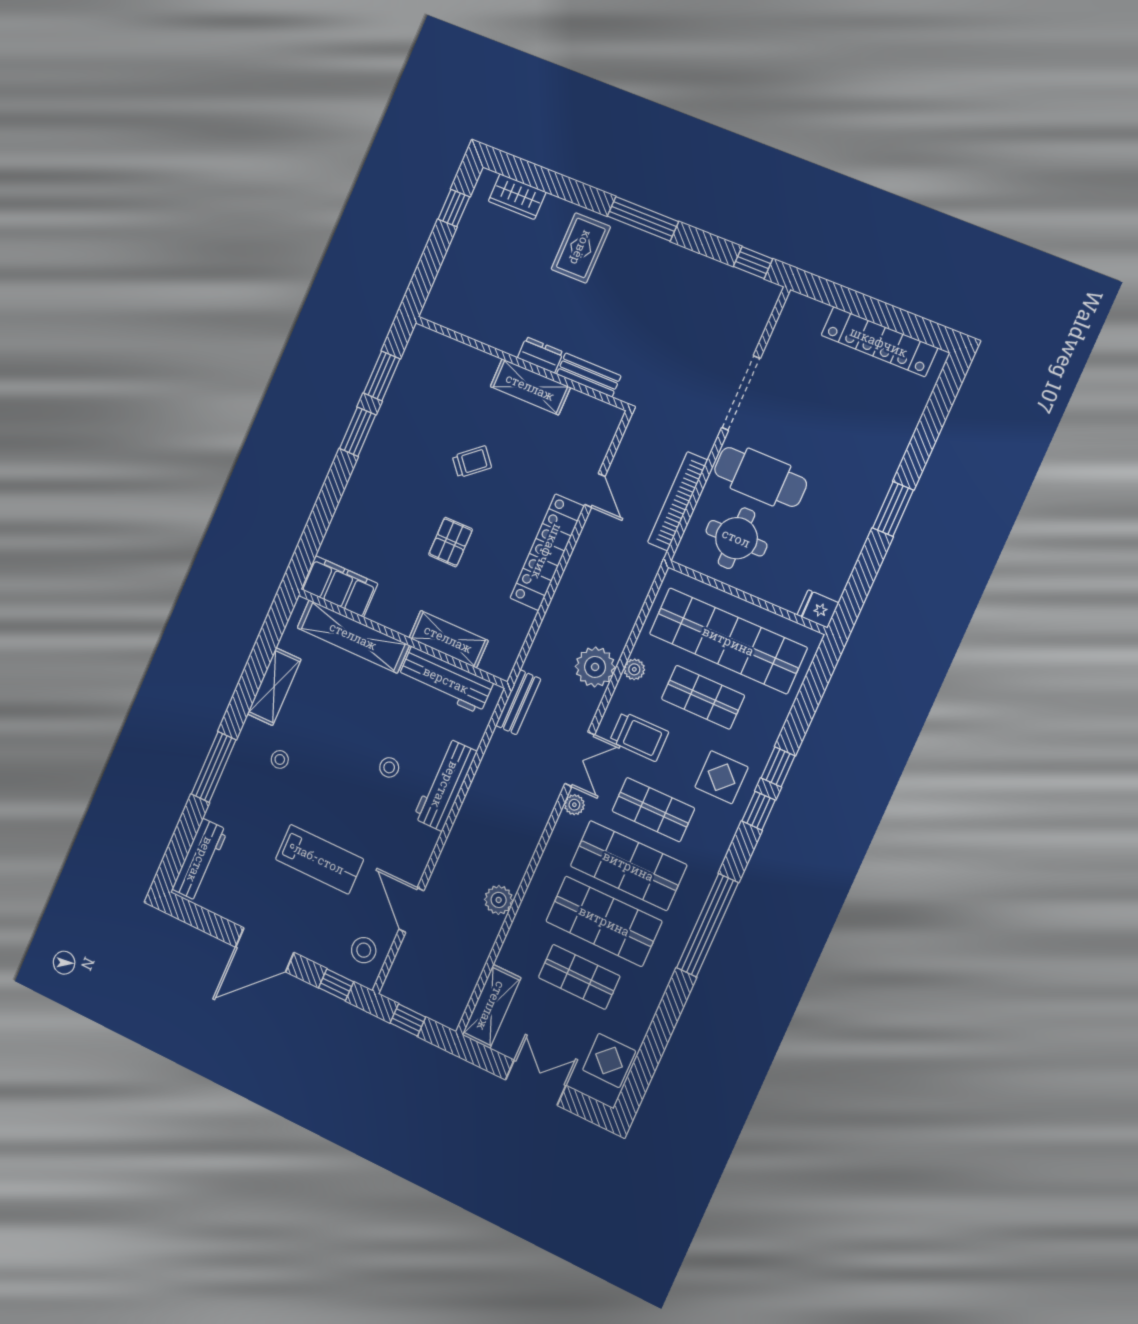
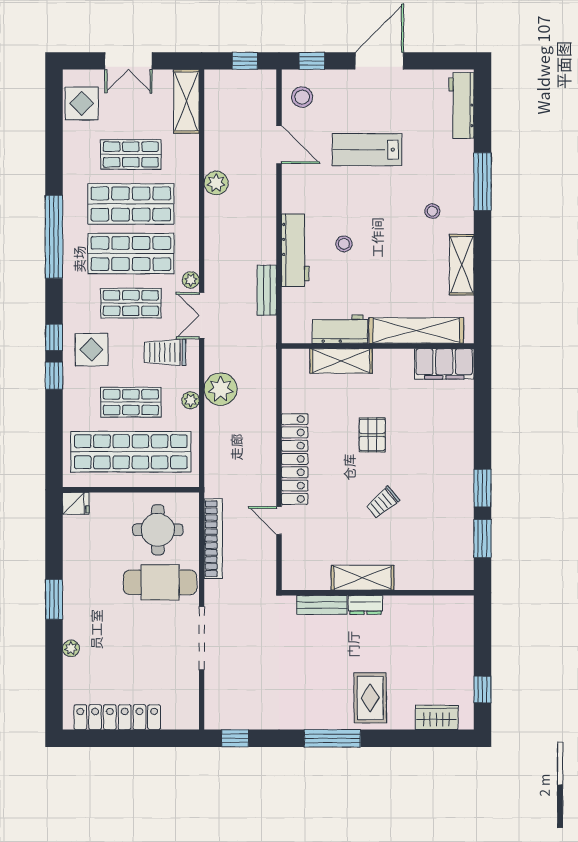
plant: (898, 444) -> (71, 648), added
workbench: (446, 680) -> (340, 329), width x0.73
bench: (518, 702) -> (267, 290), moved

